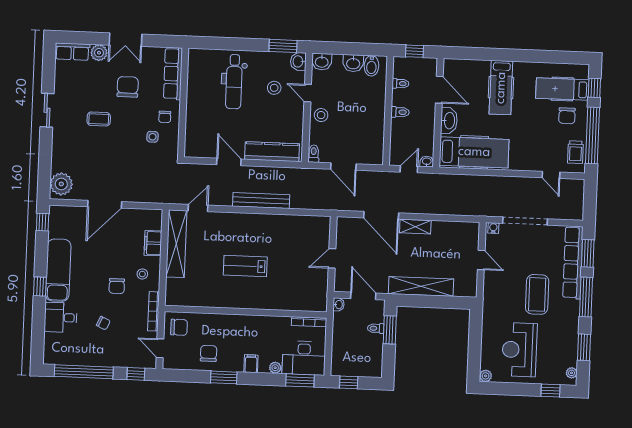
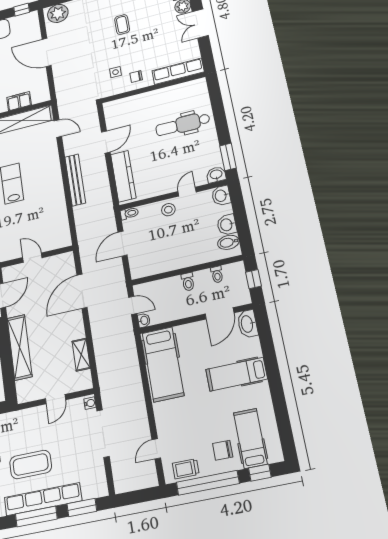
chair: (128, 87) -> (157, 38), removed
stool: (274, 88) -> (185, 161), removed
washbasin: (449, 121) -> (247, 324), moved, turned 90
shelving: (415, 227) -> (81, 355), moved
row of seats: (573, 262) -> (43, 499), moved

